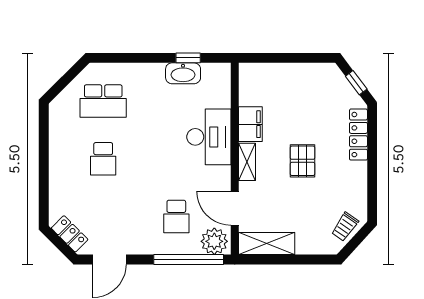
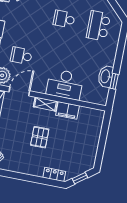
locker: (358, 135) -> (54, 174), width x0.66
pallet: (303, 161) -> (40, 137), turned 90

